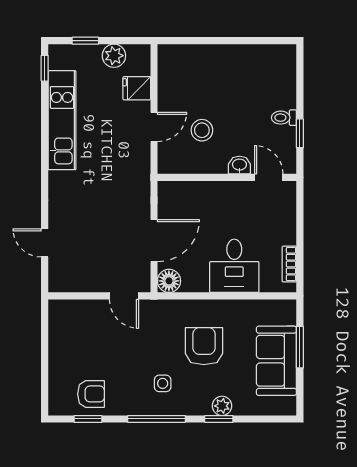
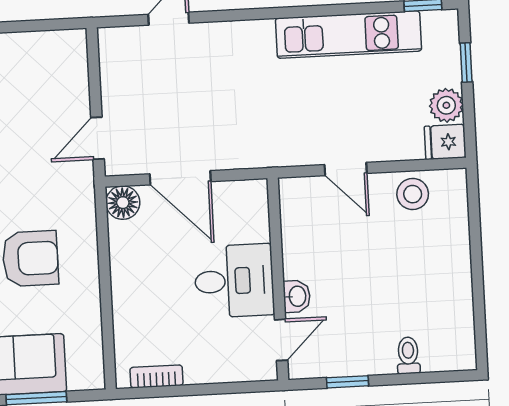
fridge: (137, 88) -> (445, 142), moved, turned -90
toilet: (284, 118) -> (408, 355), moved
stool: (202, 130) -> (413, 194), moved
desk: (234, 266) -> (234, 281), moved, turned 180

